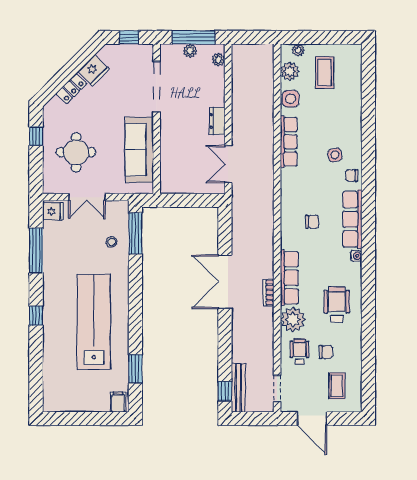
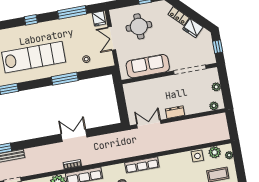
window: (193, 37) -> (225, 87), removed
row of seats: (289, 142) -> (142, 165), moved
window: (135, 233) -> (65, 79), moved
double door: (225, 282) -> (74, 136), width x0.73

